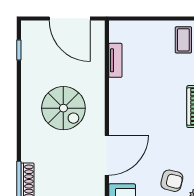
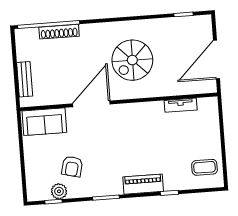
door: (107, 155) -> (91, 104), swing flipped

